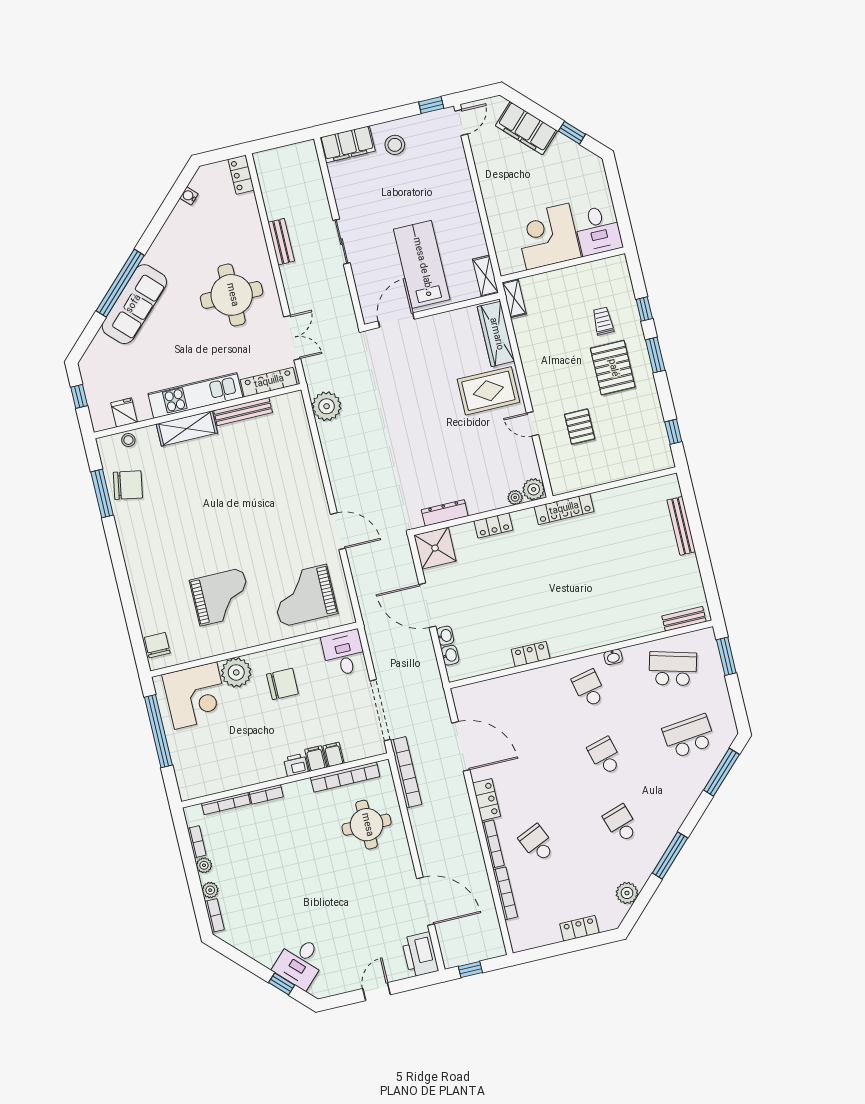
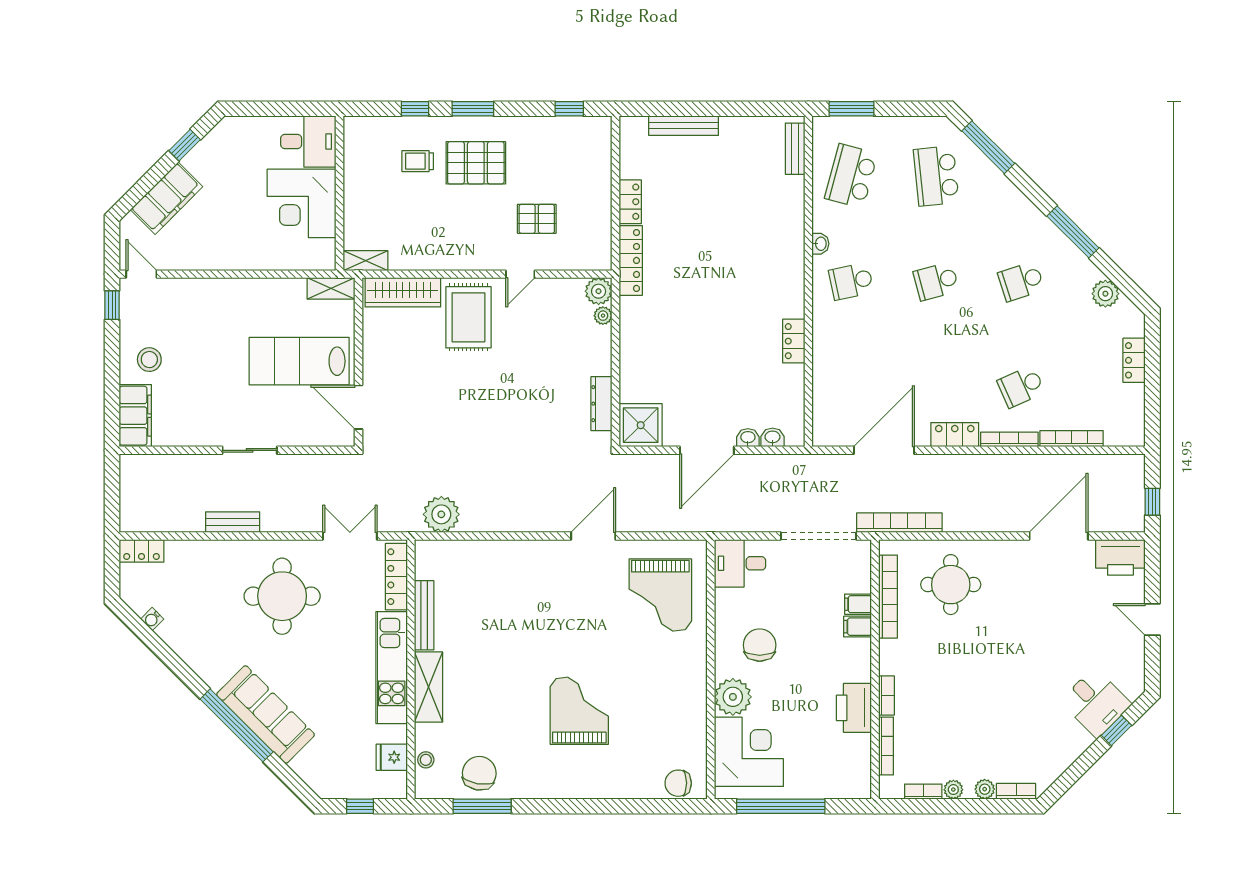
locker: (493, 525) -> (630, 202), moved
grand piano: (221, 597) -> (579, 711), moved
printer: (296, 765) -> (854, 708), moved, width x1.87, depth x1.48

